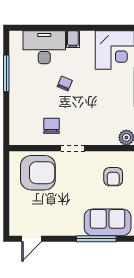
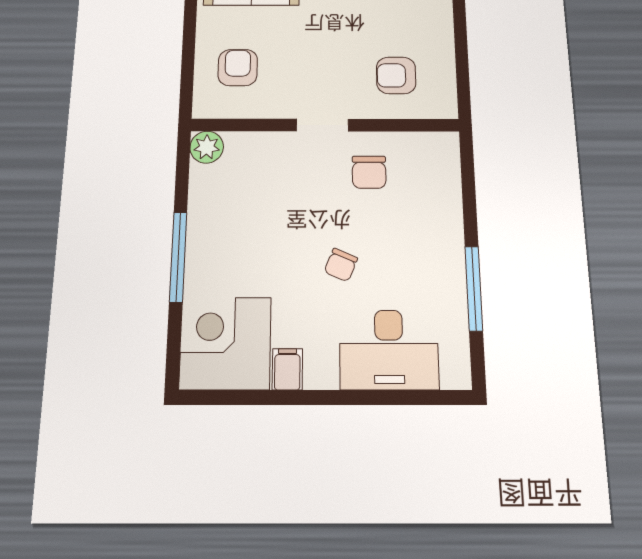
filing cabinet: (73, 39) -> (287, 369), moved
armchair: (38, 173) -> (396, 75), width x0.53, depth x0.53

